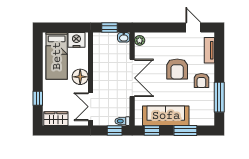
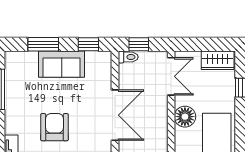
double door: (132, 78) -> (115, 115), swing flipped
armchair: (201, 81) -> (22, 112), removed
sofa: (166, 116) -> (62, 64), width x0.73

